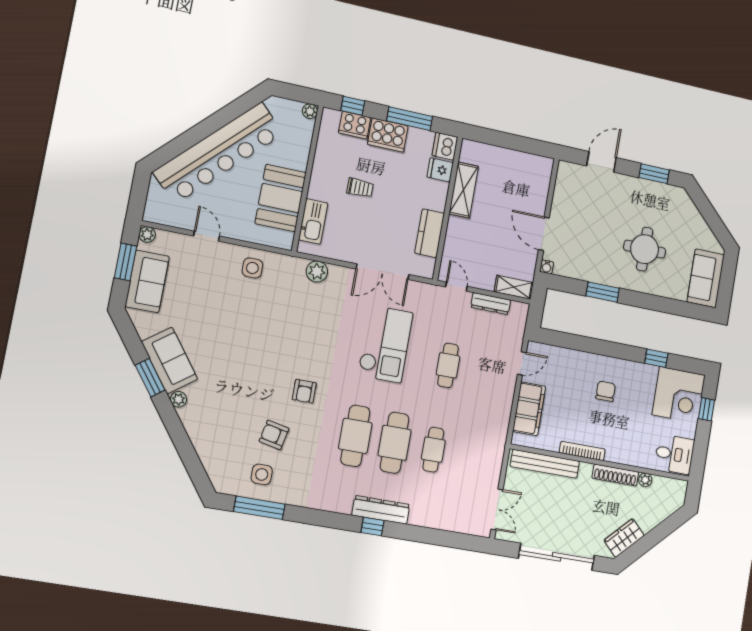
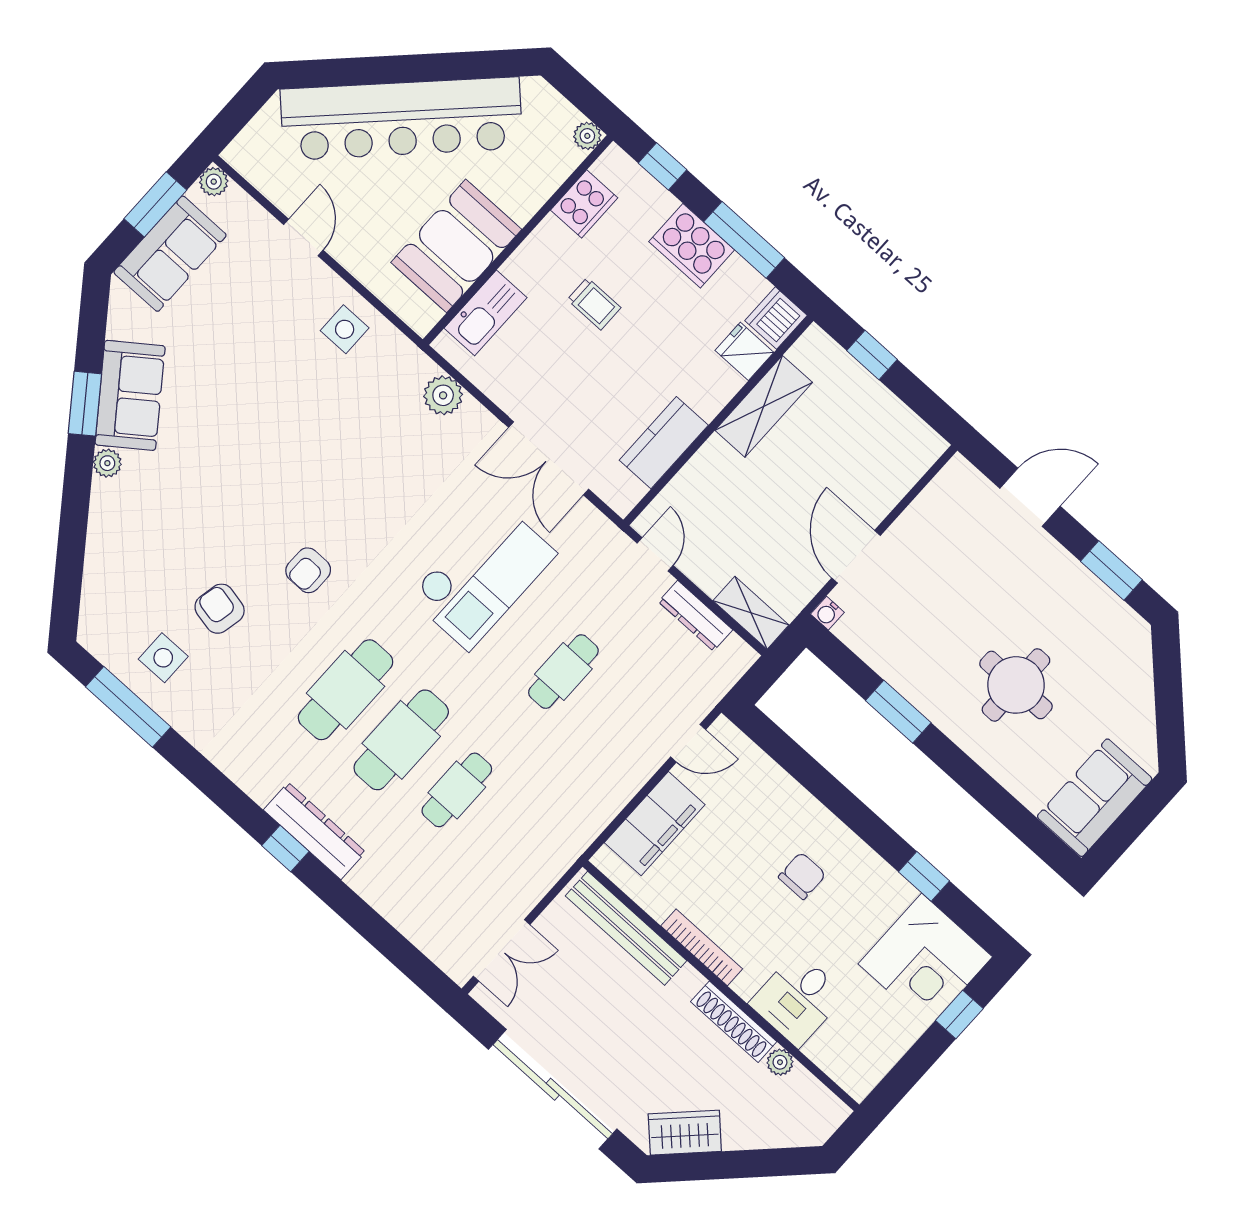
cooker: (355, 125) -> (584, 204), moved, turned -90
window: (497, 138) -> (872, 355), added
desk: (674, 454) -> (798, 999), moved, turned 90

